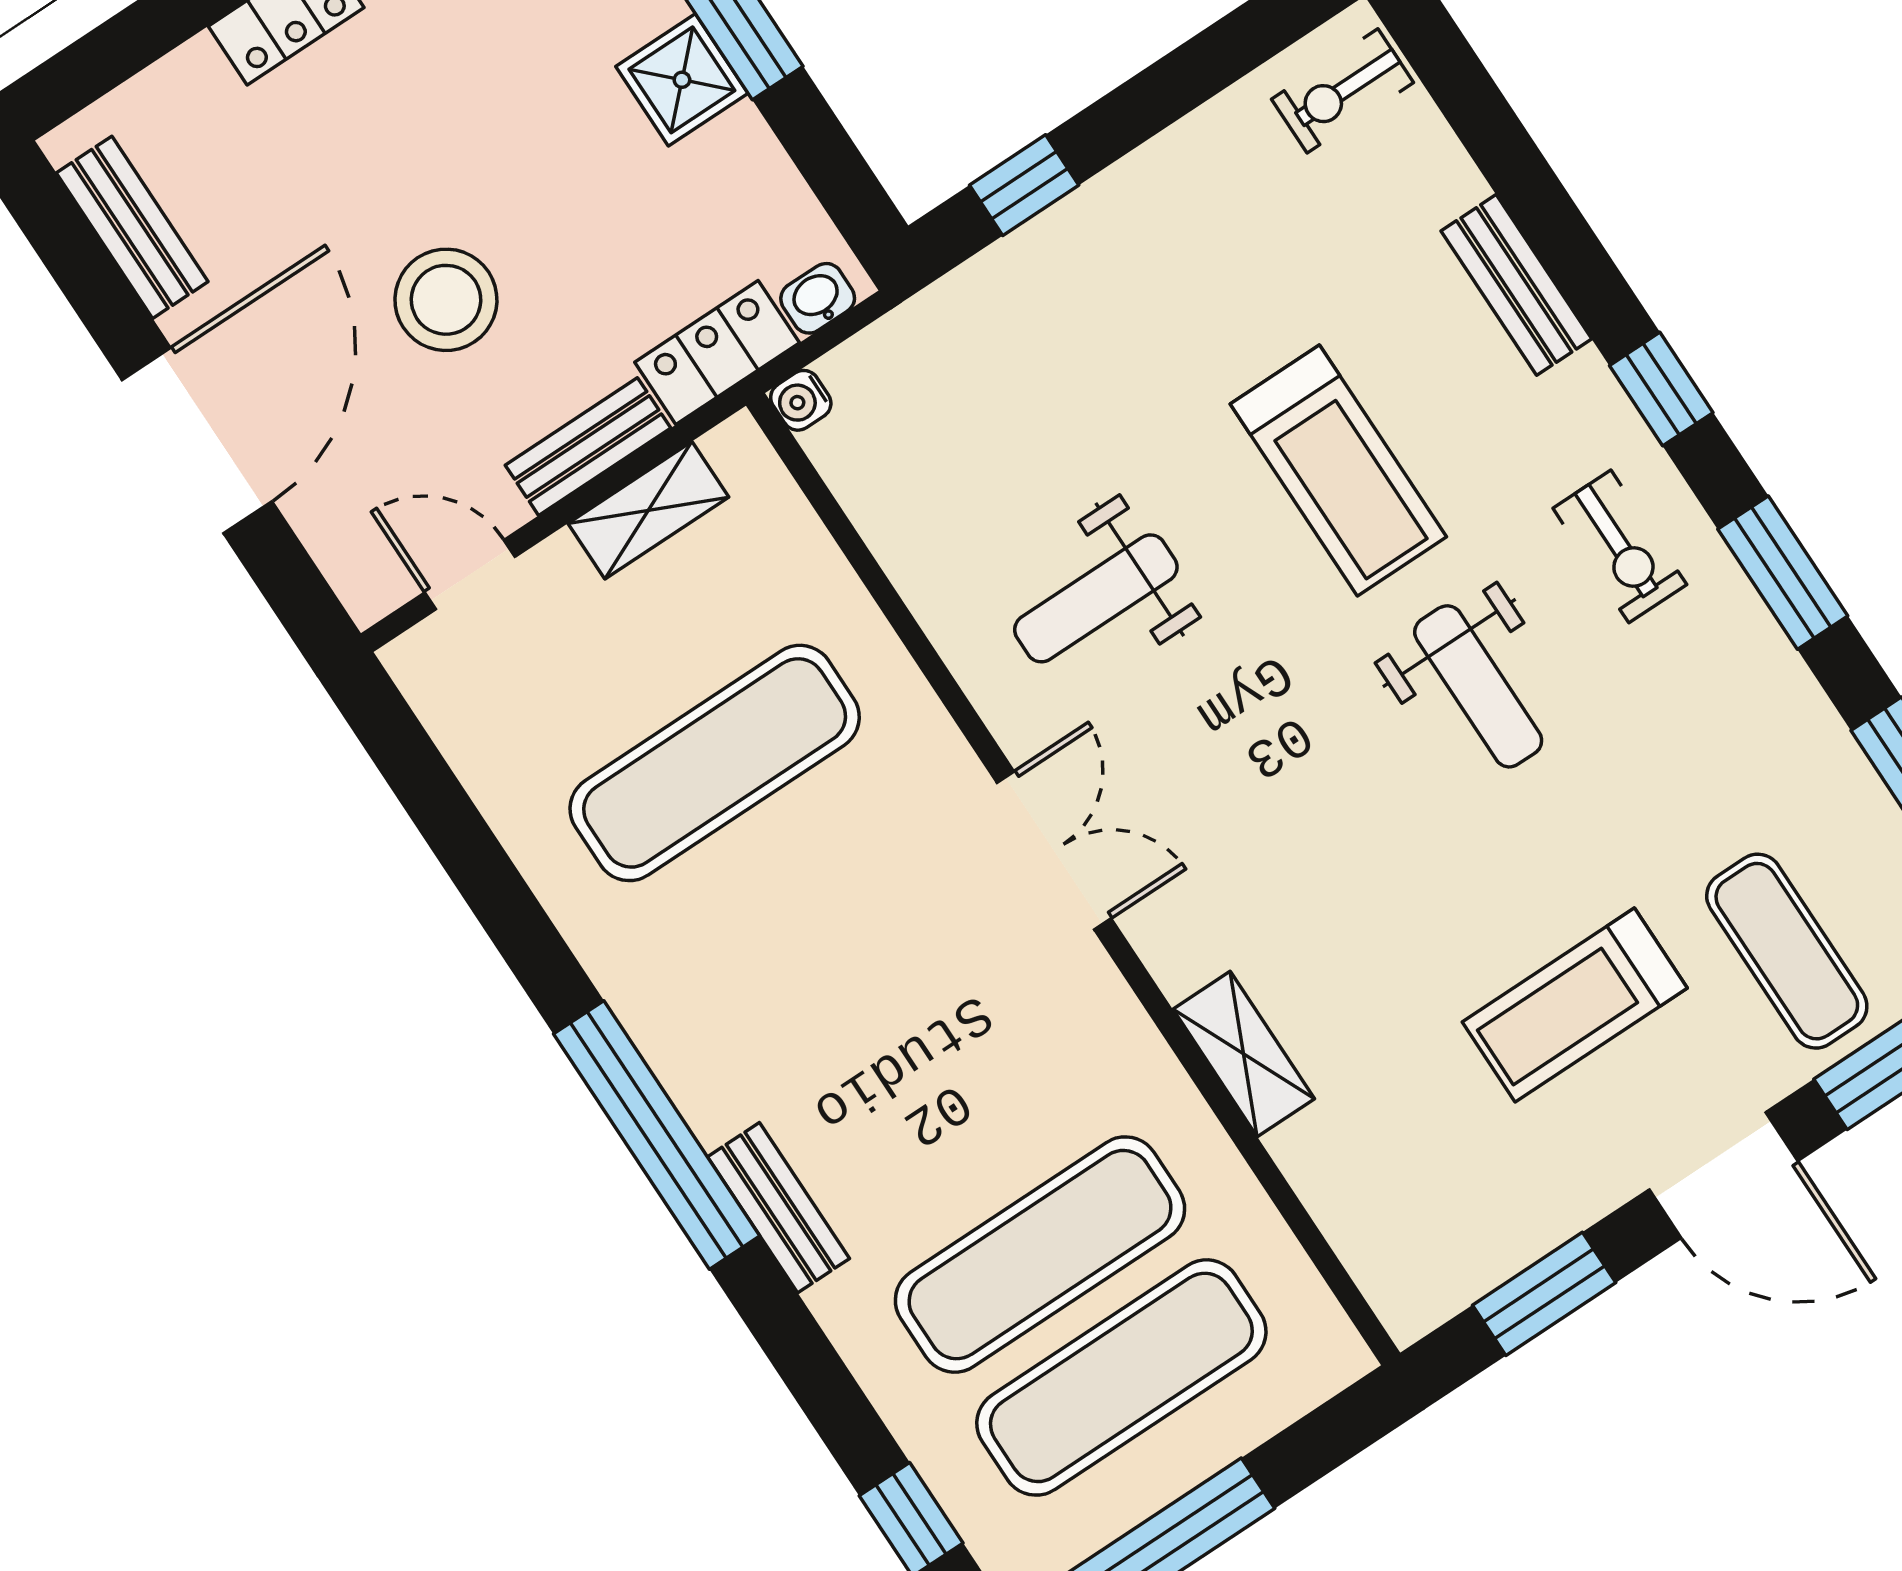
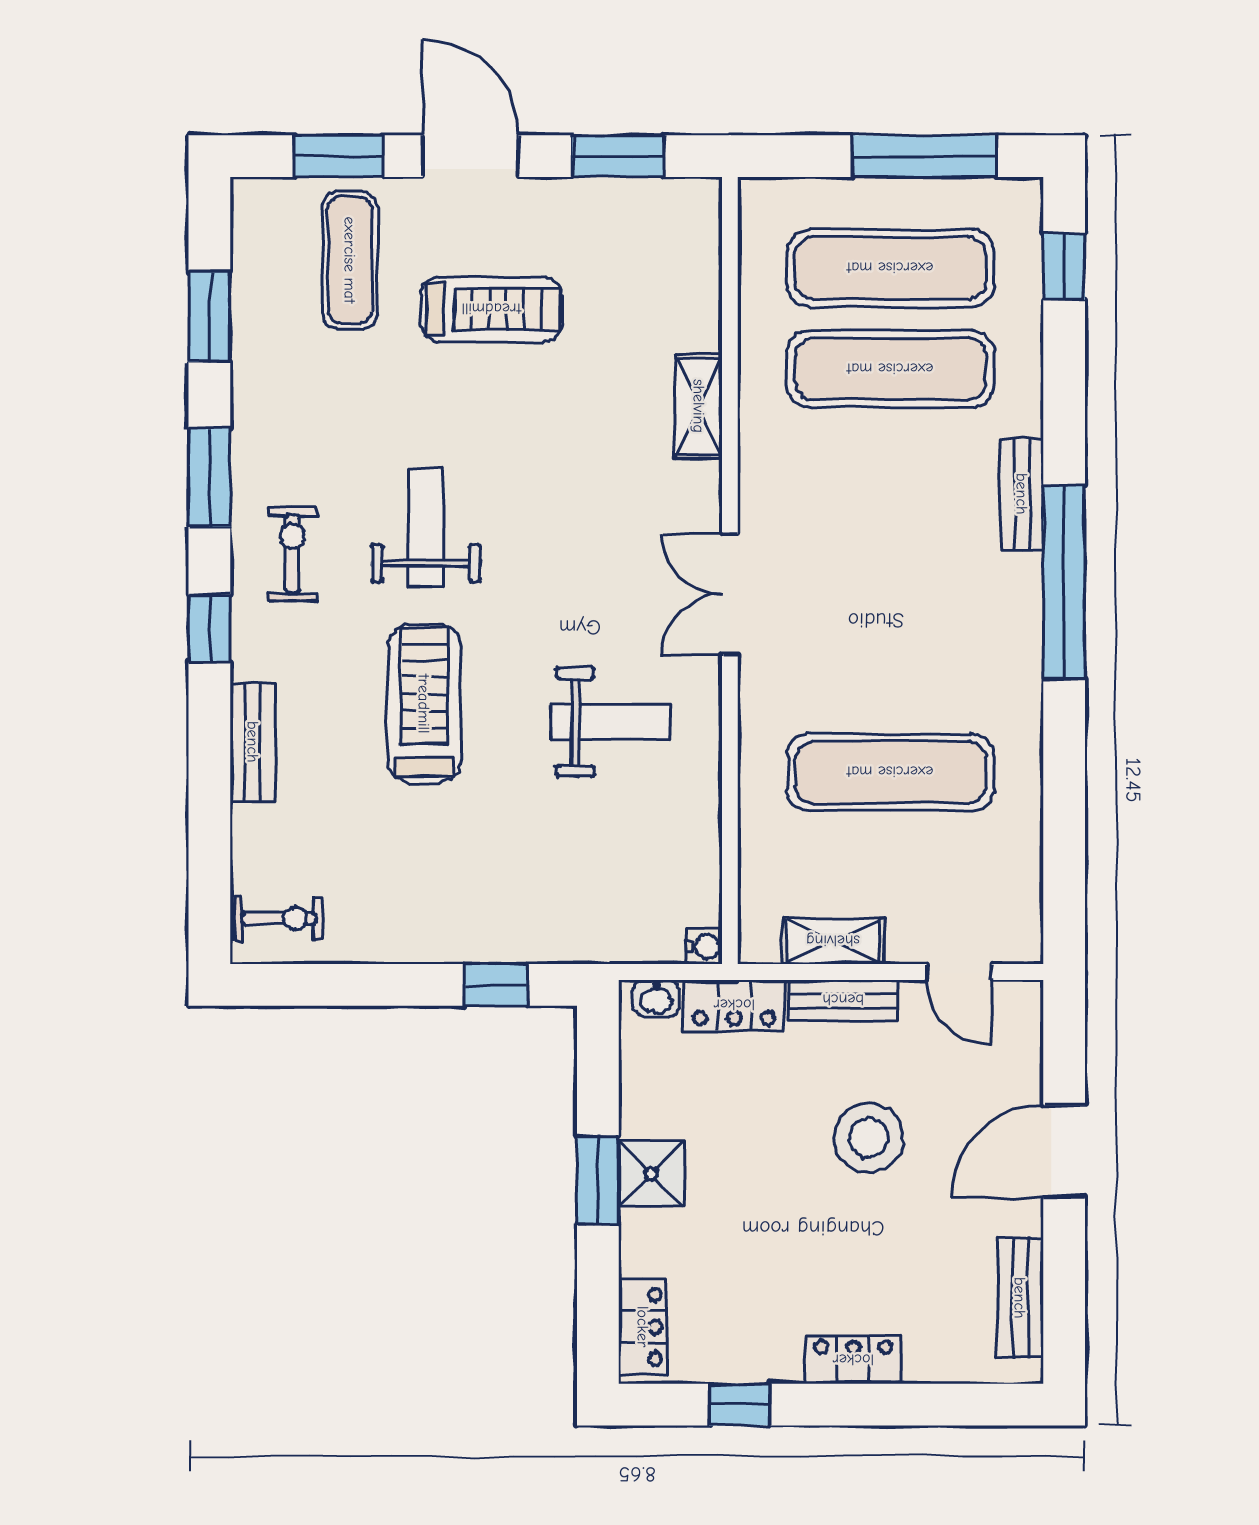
door: (197, 441) -> (1064, 1151), width x0.73

